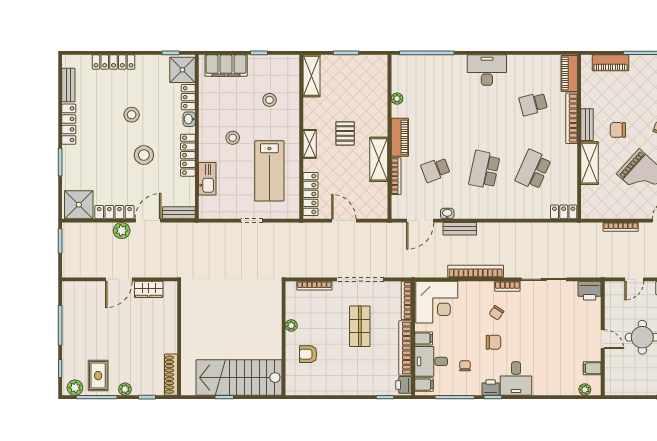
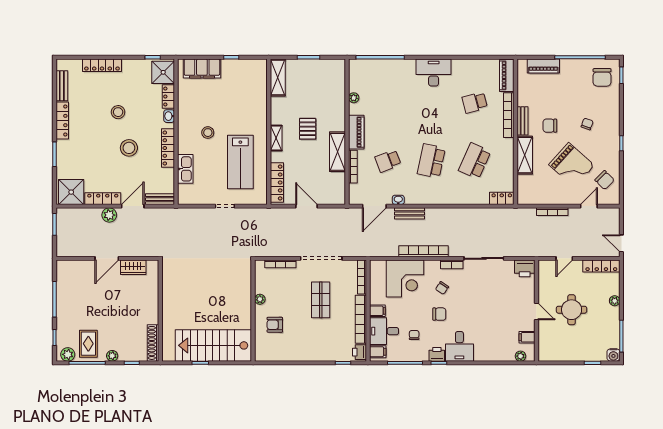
stool: (270, 100) -> (241, 99), removed
corner desk: (437, 302) -> (405, 279), moved

